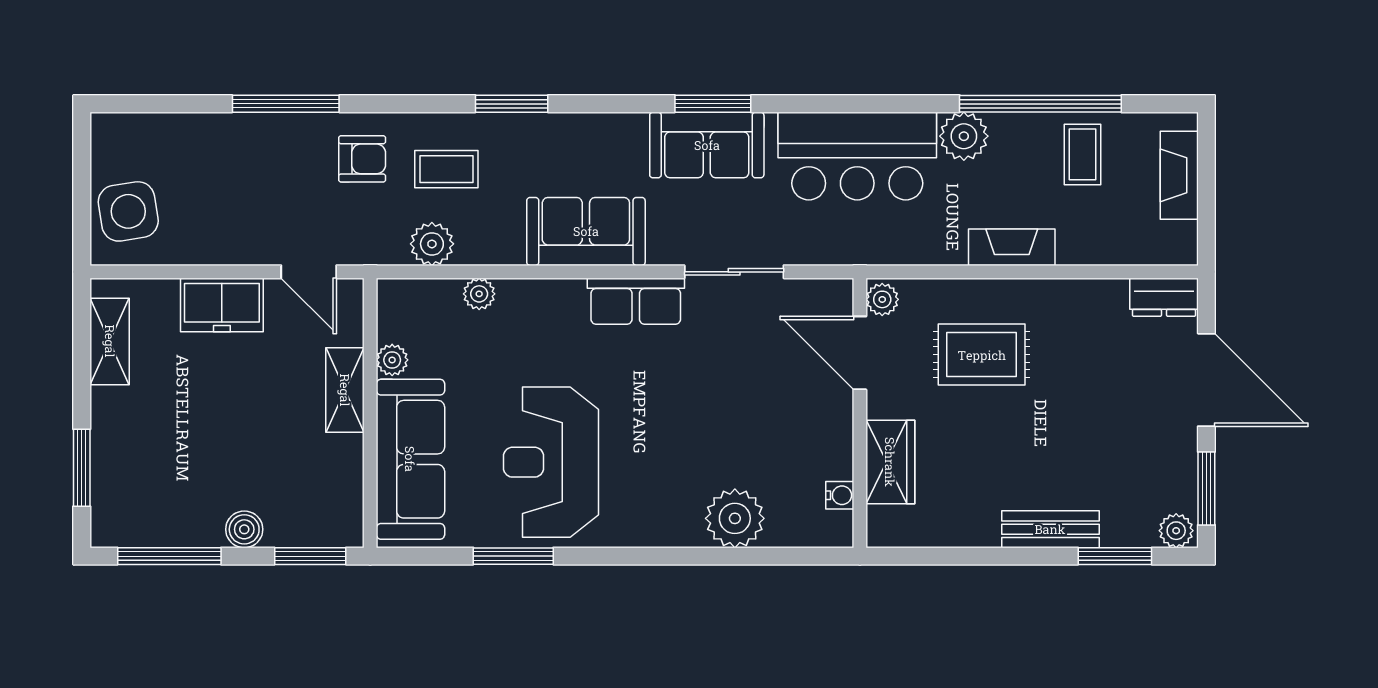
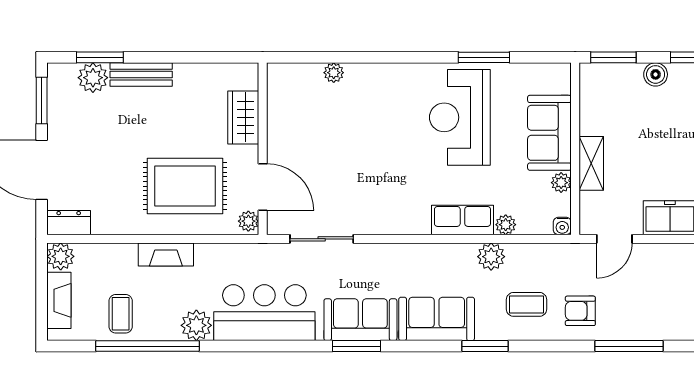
sofa: (586, 231) -> (437, 319), moved, turned 180
plant: (432, 244) -> (491, 257), moved
plant: (1177, 244) -> (61, 256), added
door: (309, 272) -> (614, 239), swing flipped
sliding door: (734, 272) -> (322, 239), moved
row of seats: (636, 301) -> (462, 220), moved
rug: (982, 355) -> (185, 186), width x1.36, depth x1.43
sofa: (410, 459) -> (549, 133), width x0.73
reception desk: (551, 462) -> (460, 117), turned 180
water cooler: (840, 495) -> (562, 226), moved, turned -90
plant: (735, 518) -> (334, 73), width x0.53, depth x0.53
plant: (1176, 531) -> (93, 78), moved, width x1.38, depth x1.38

